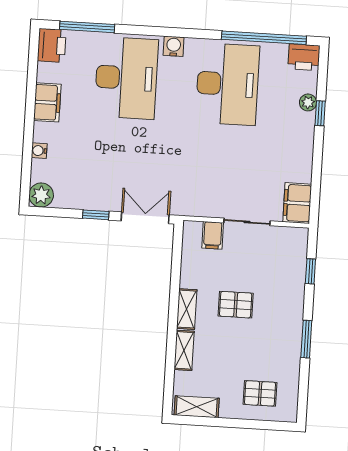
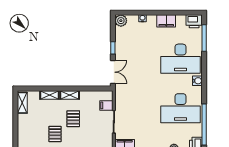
pallet: (260, 393) -> (55, 134), moved

